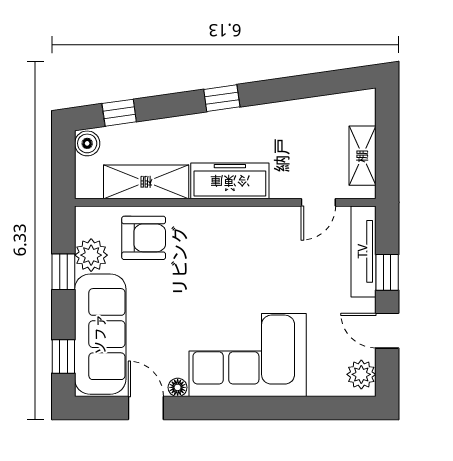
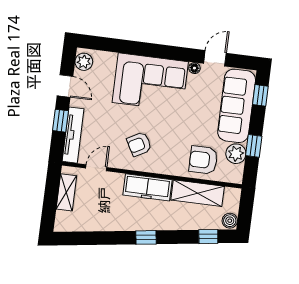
armchair: (253, 250) -> (139, 144), added
door: (146, 408) -> (215, 58), swing flipped

